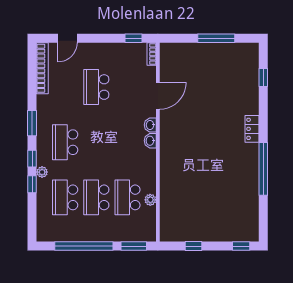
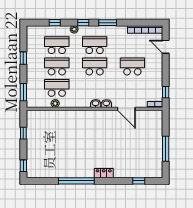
school desk: (96, 142) -> (95, 67), added
window: (32, 184) -> (55, 23), moved
window: (84, 246) -> (23, 58), width x0.32

